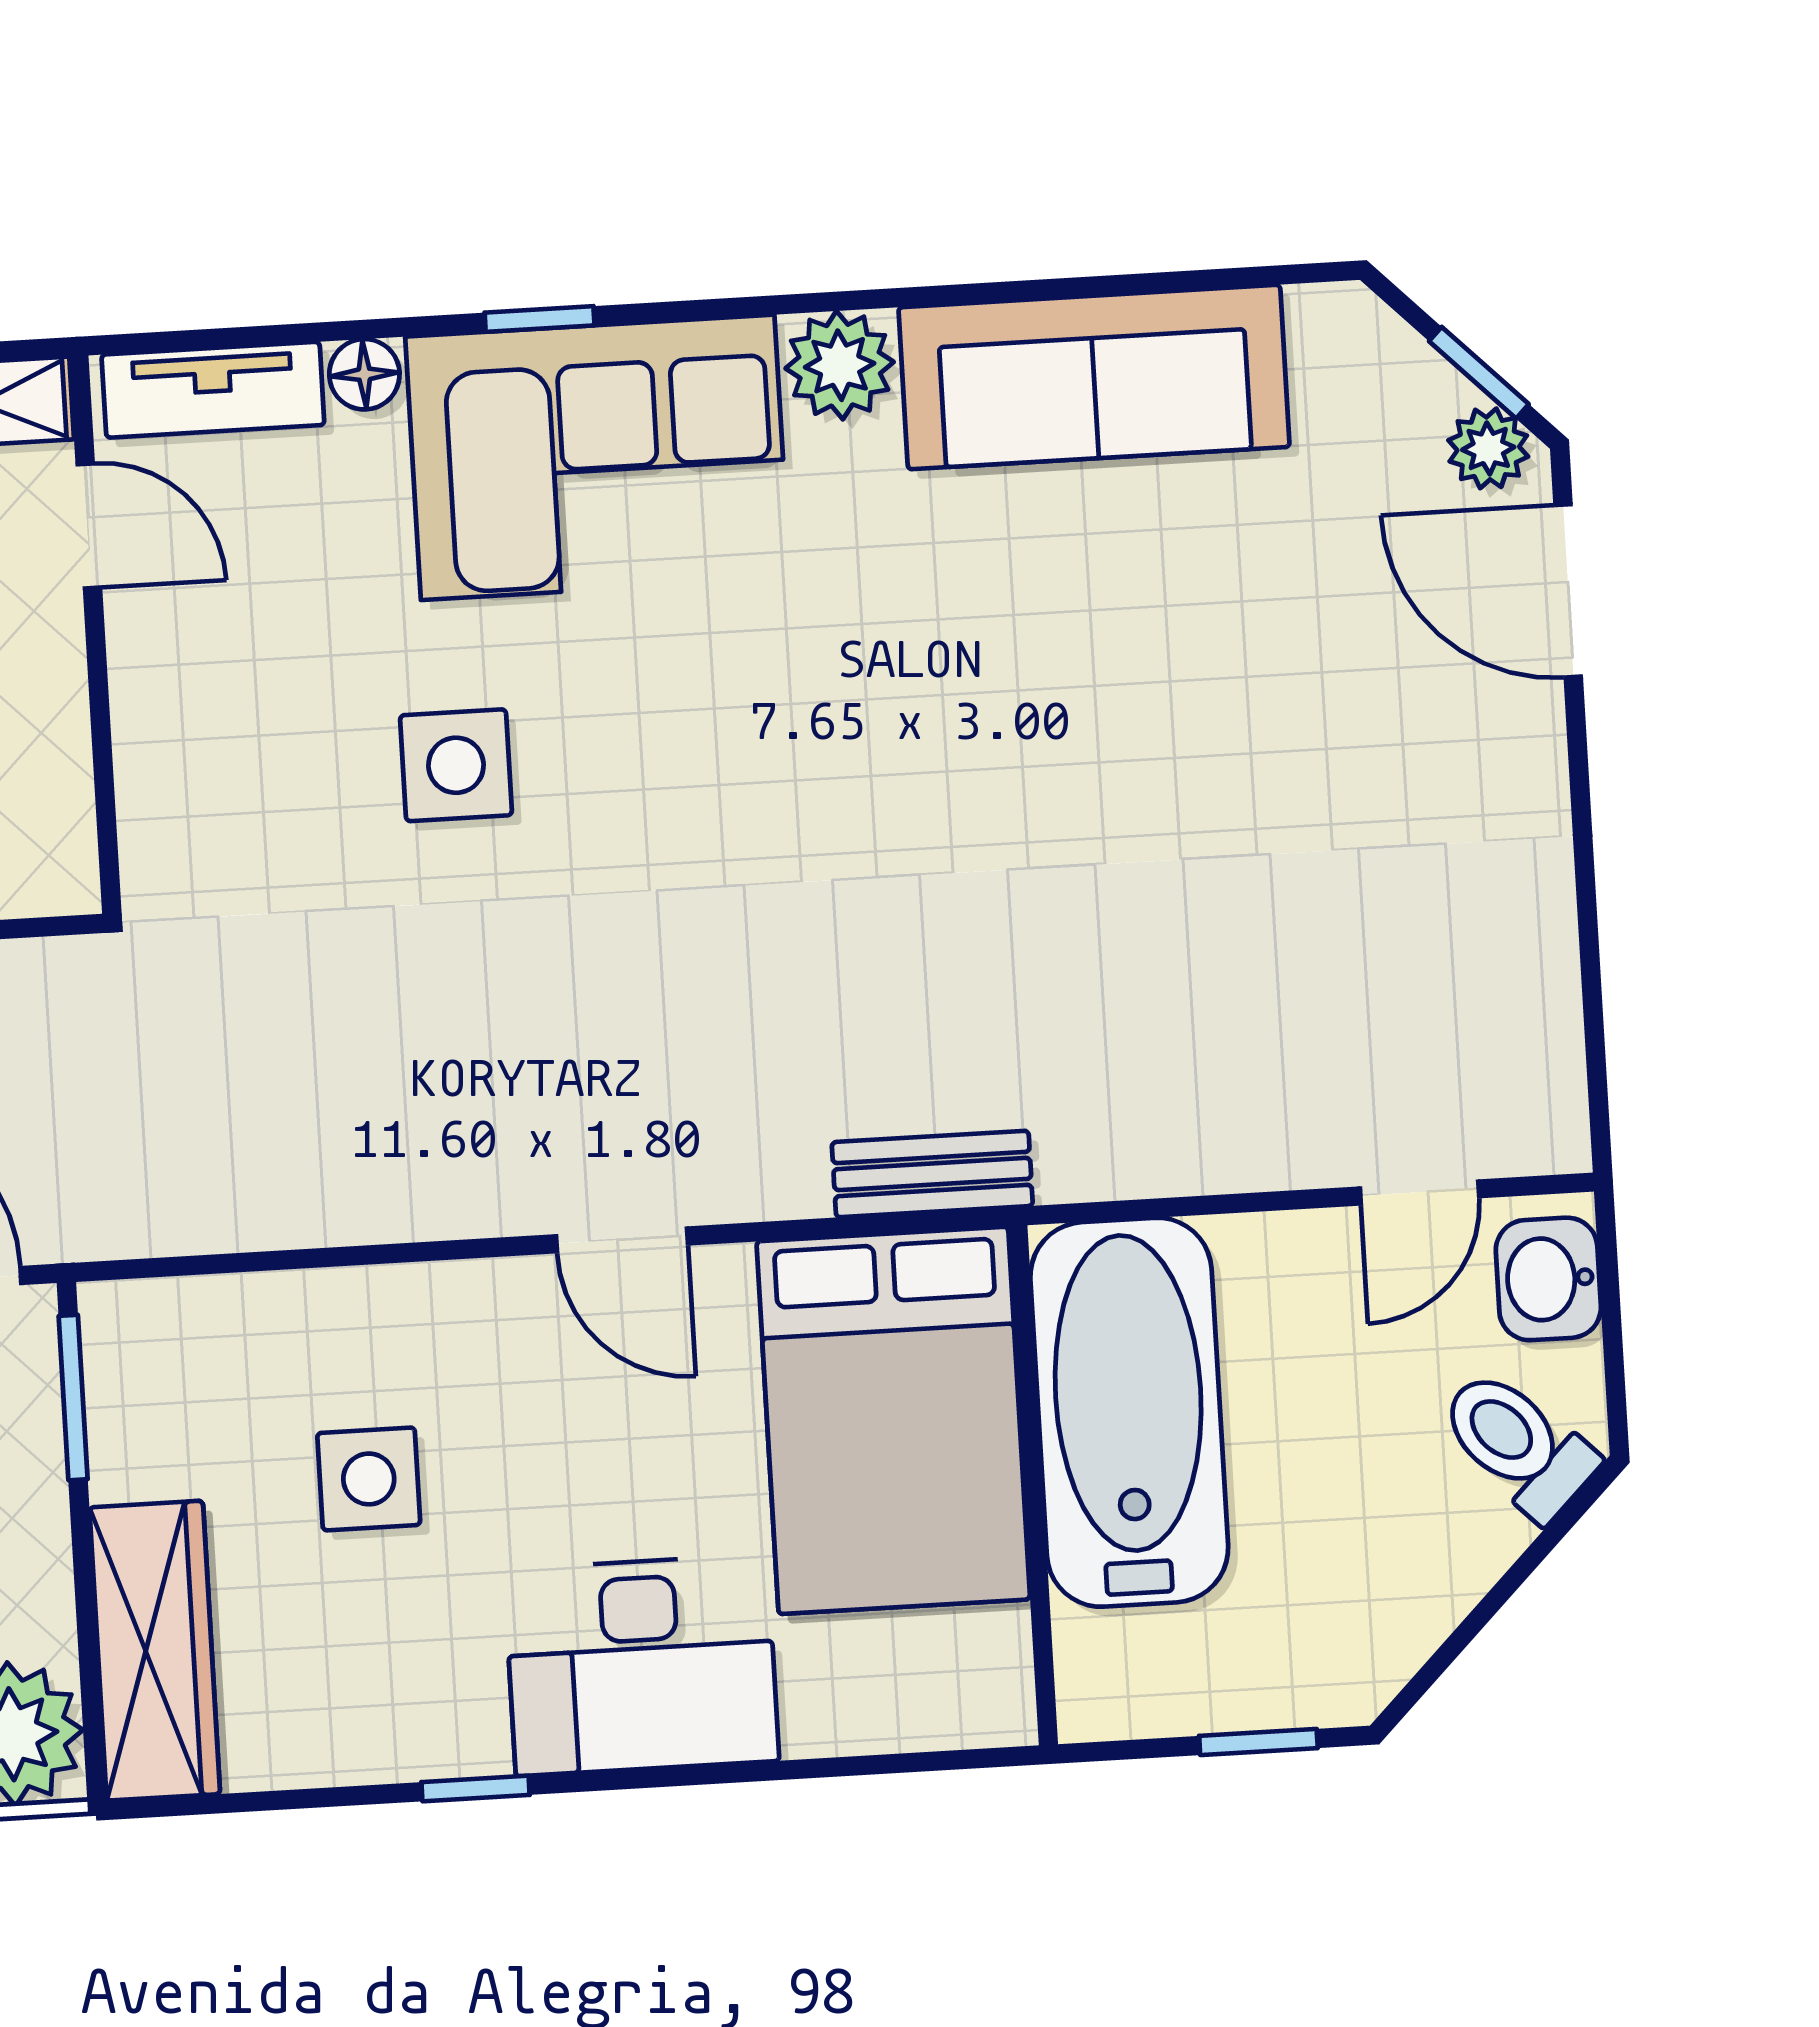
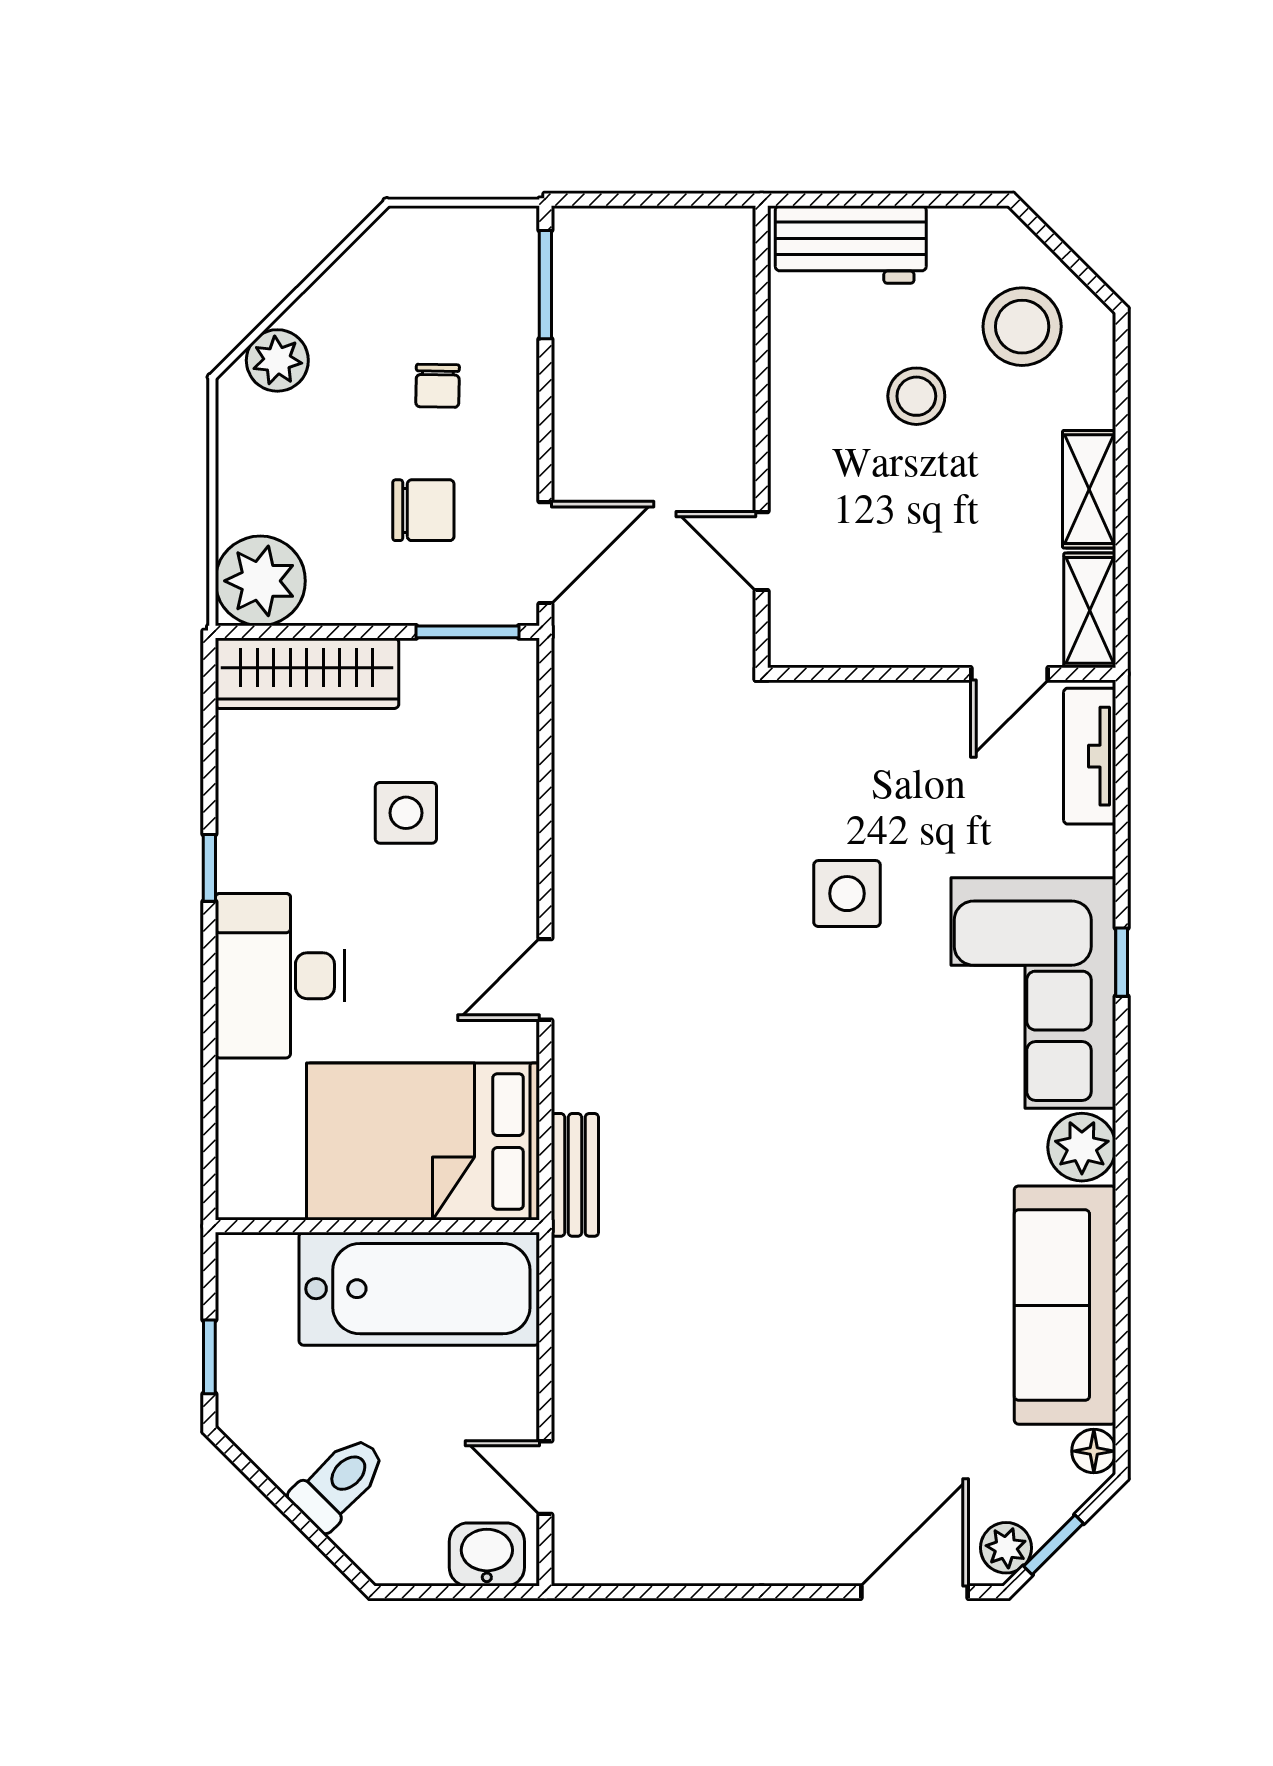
floor lamp: (364, 374) -> (1094, 1451), moved
toilet: (1517, 1444) -> (339, 1483), moved

